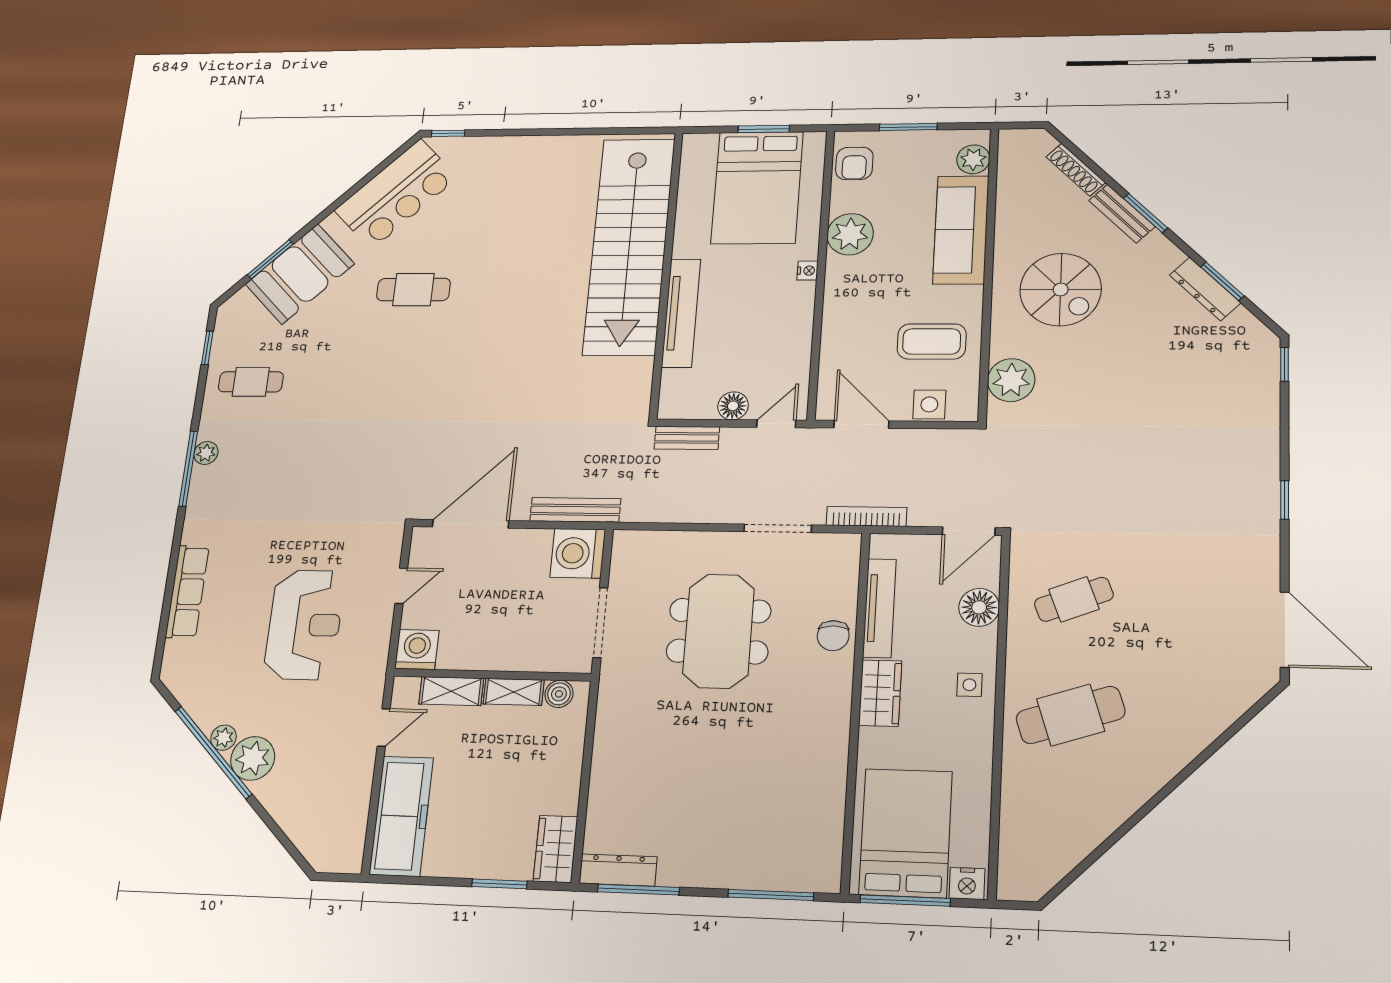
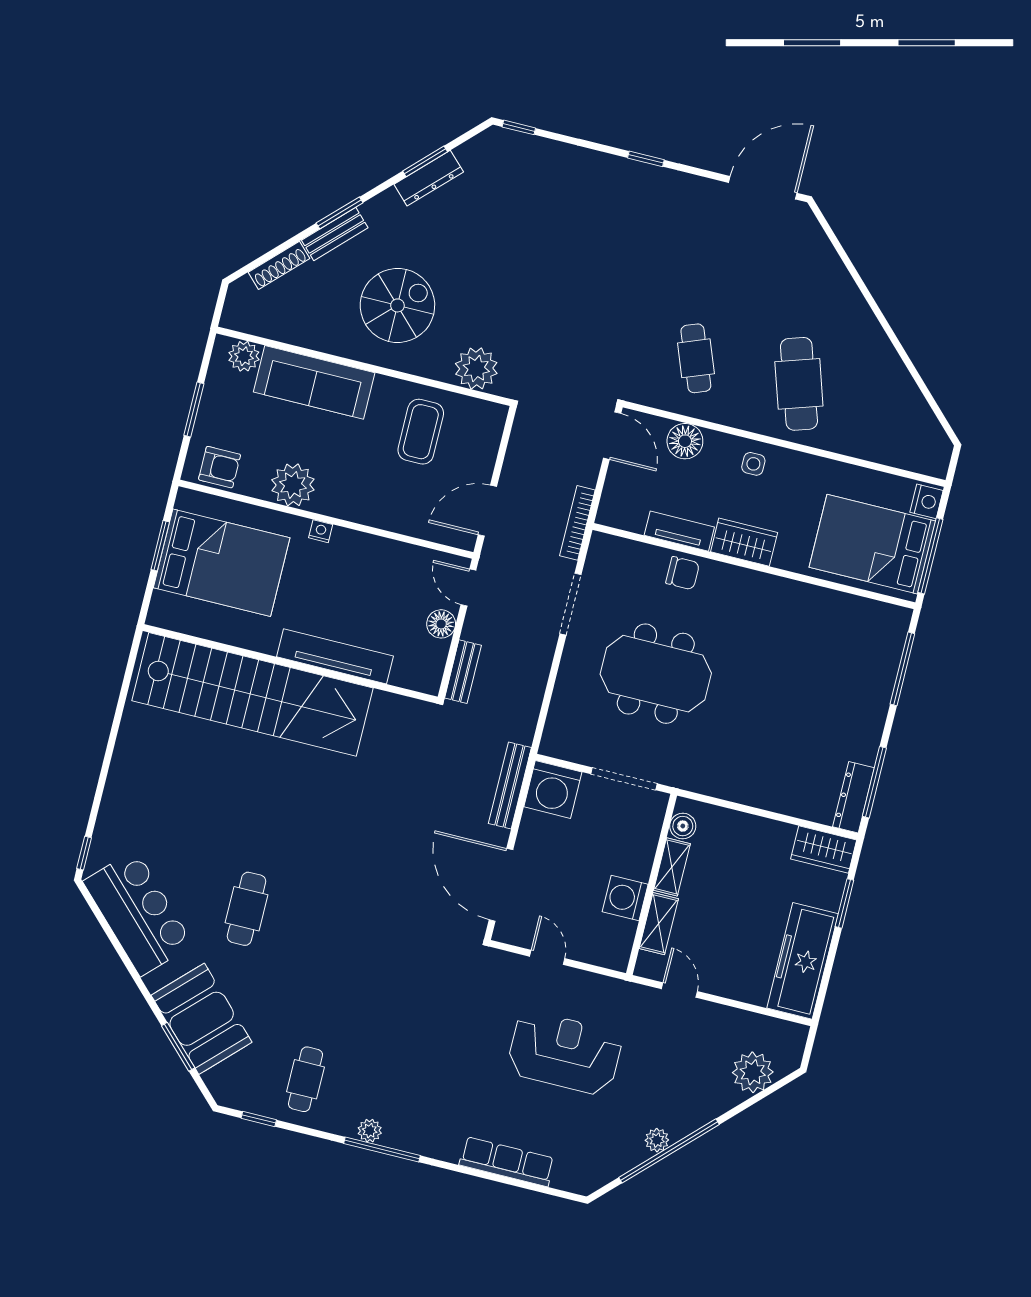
side table: (929, 404) -> (482, 446), removed
tv unit: (879, 608) -> (679, 531), width x0.71
washing machine: (417, 649) -> (625, 898), moved
plant: (253, 758) -> (753, 1072), moved
freezer: (401, 816) -> (803, 961), moved, turned -90

